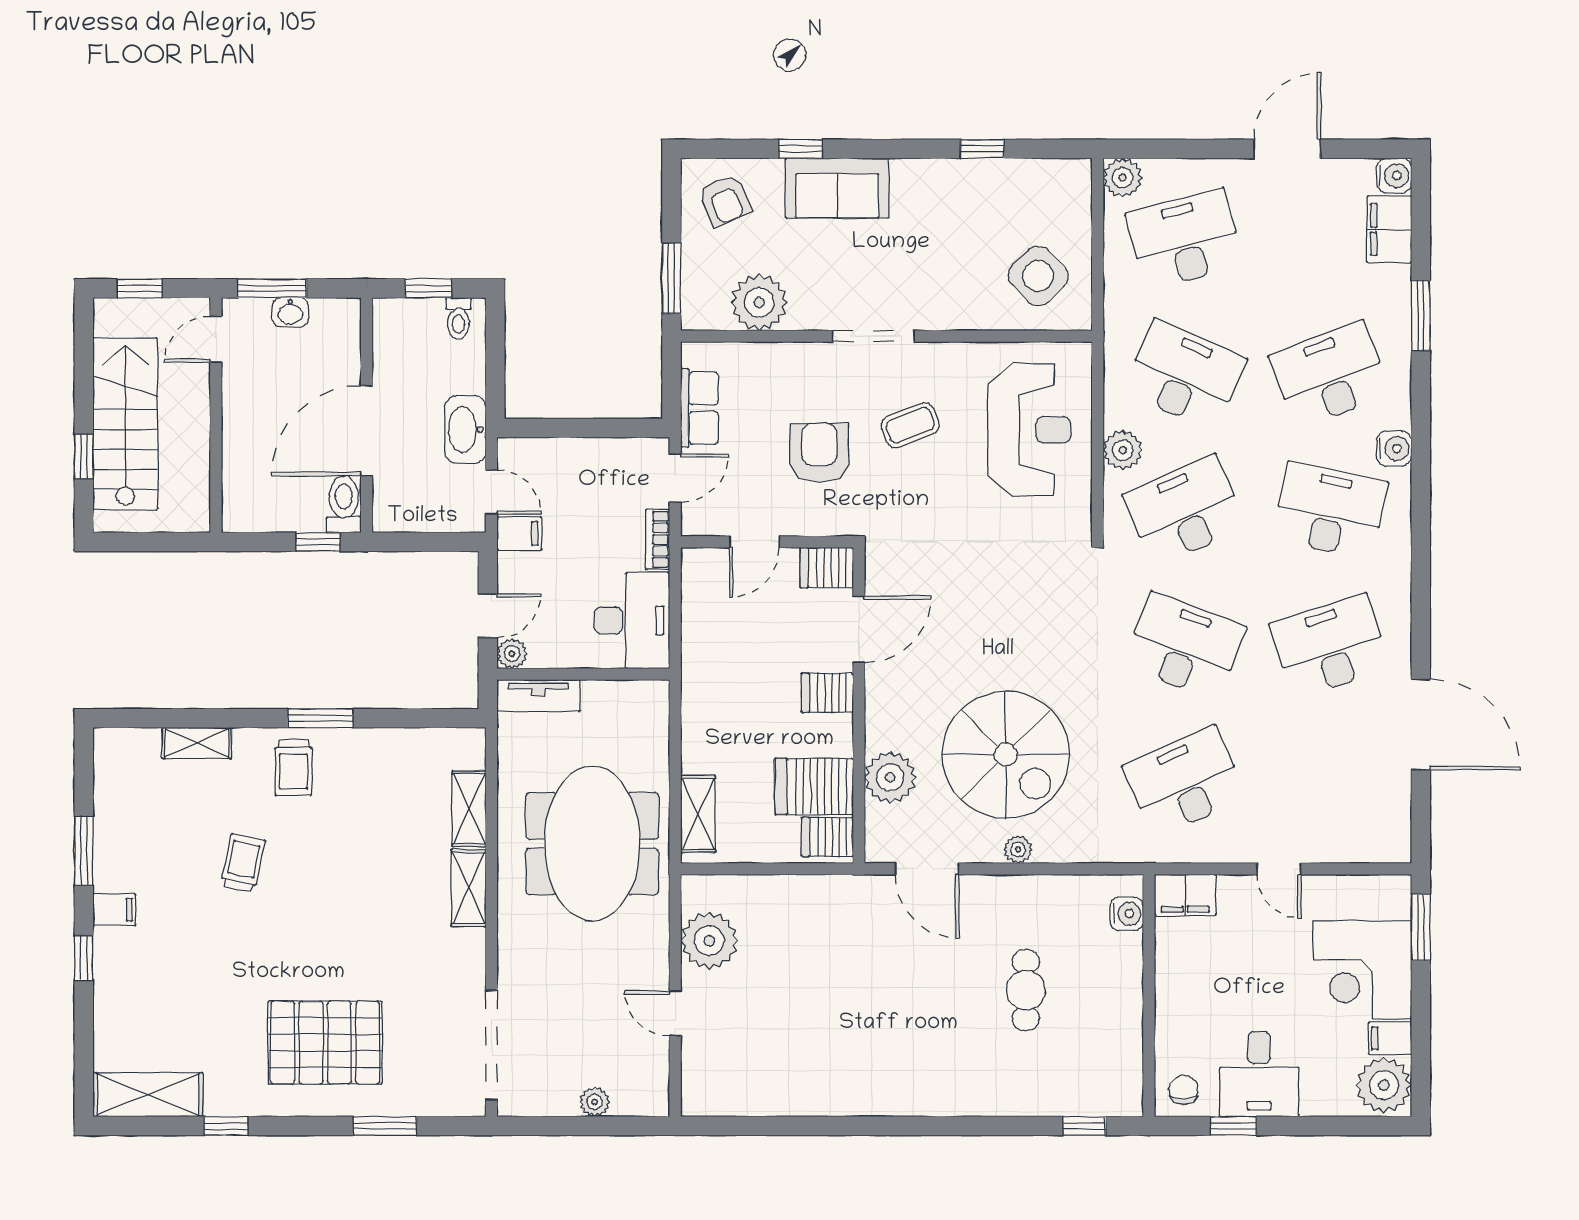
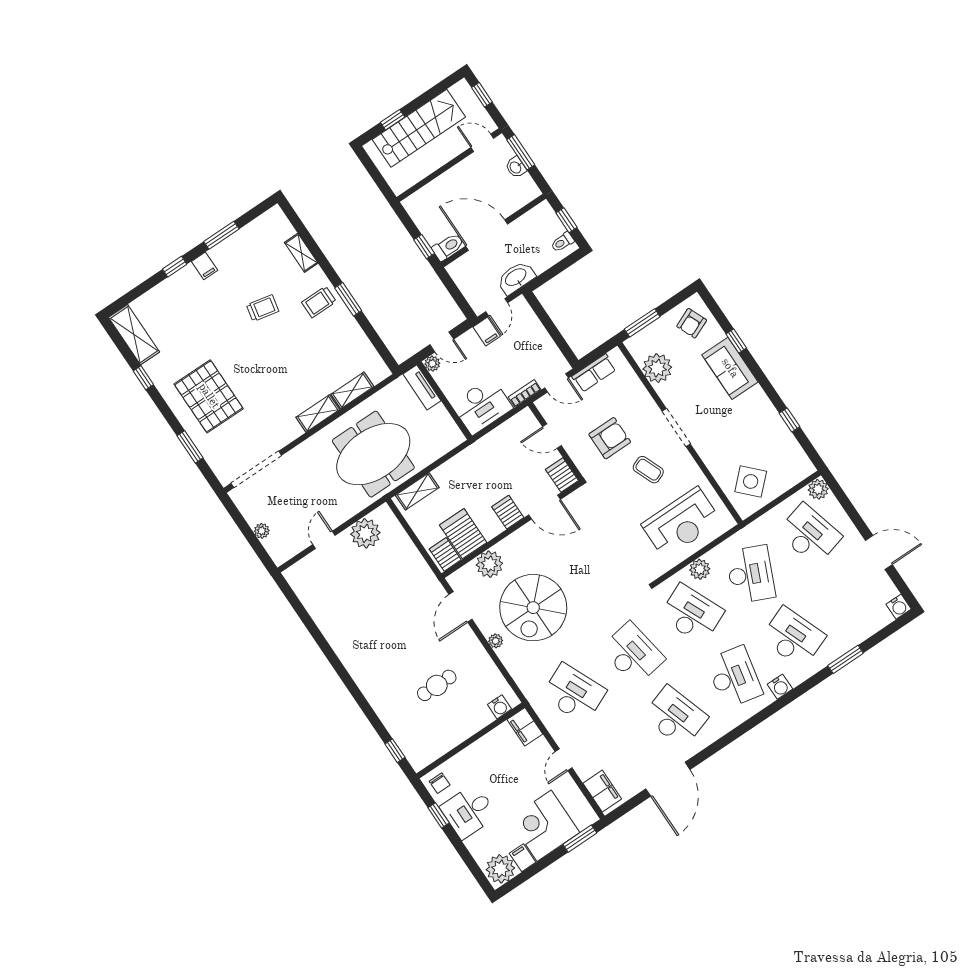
filing cabinet: (1389, 229) -> (602, 791), moved, turned 90
desk: (1185, 646) -> (633, 654), turned -30
chair: (1184, 1090) -> (440, 783), turned 90

